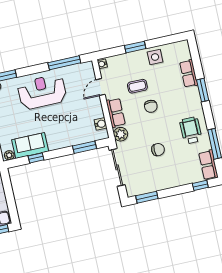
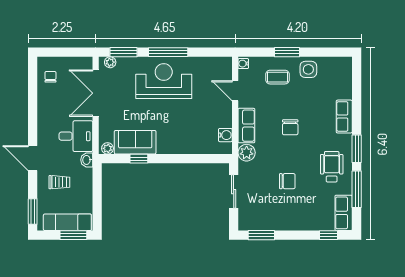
window: (64, 63) -> (168, 52), moved
row of seats: (189, 74) -> (344, 117), moved
coffee table: (137, 86) -> (277, 77), moved
door: (101, 87) -> (235, 91), hinge flipped
window: (203, 90) -> (357, 149), moved
window: (84, 147) -> (200, 159), removed
sliding door: (117, 167) -> (234, 192), width x0.73

